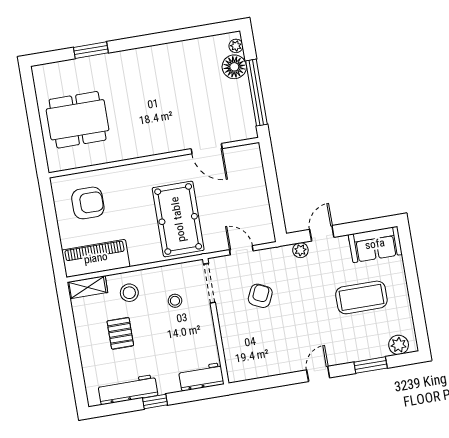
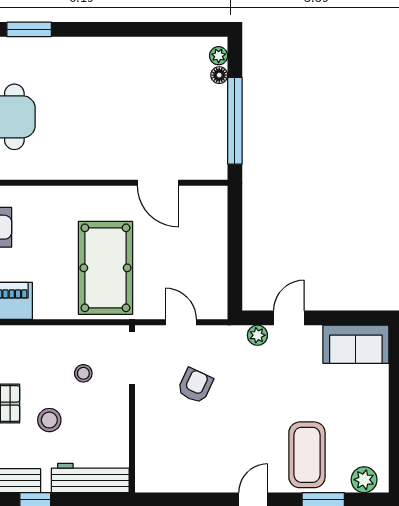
floor lamp: (234, 67) -> (219, 75), width x0.53, depth x0.53
stool: (129, 293) -> (49, 420), moved
coffee table: (361, 297) -> (307, 455), moved, turned 90
workbench: (201, 377) -> (90, 478), width x1.37

